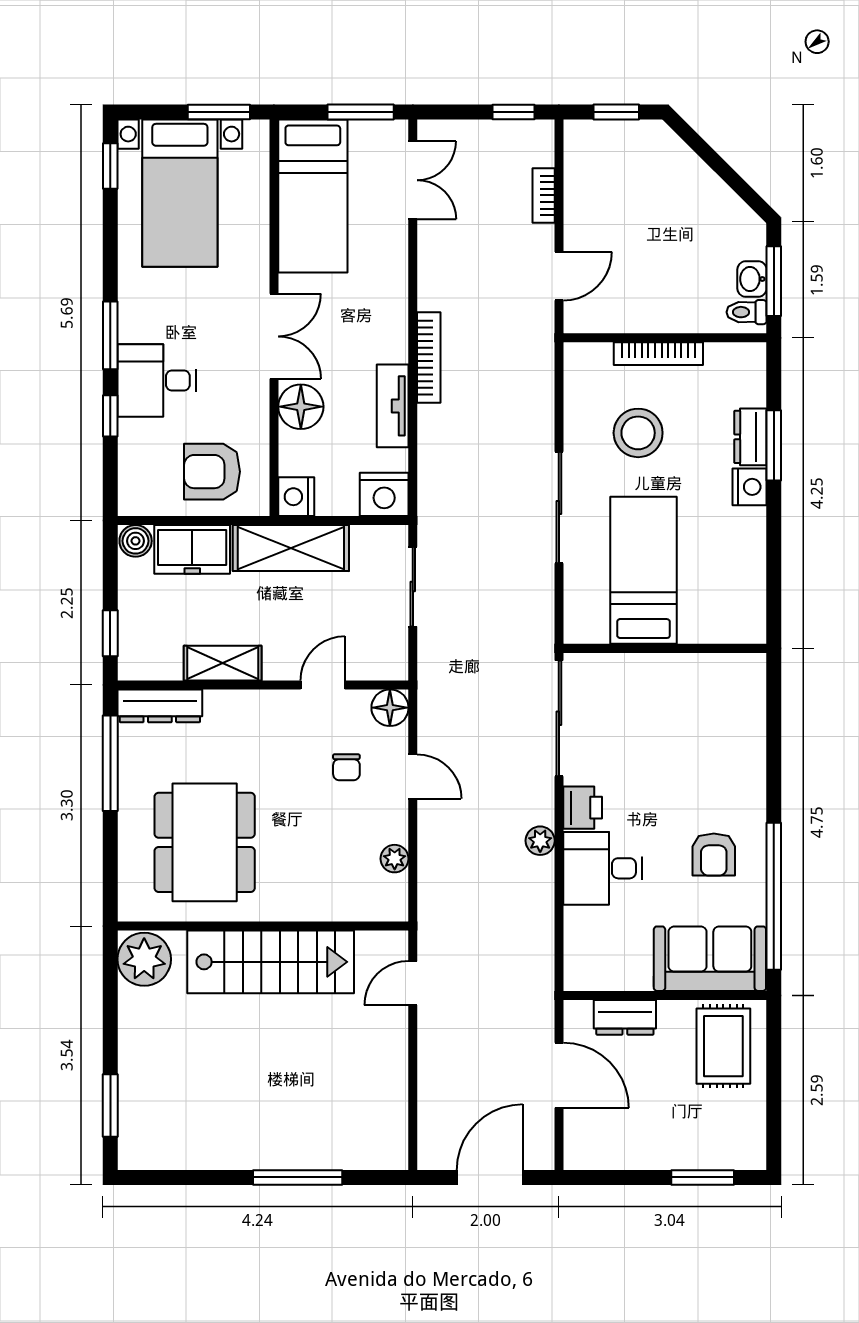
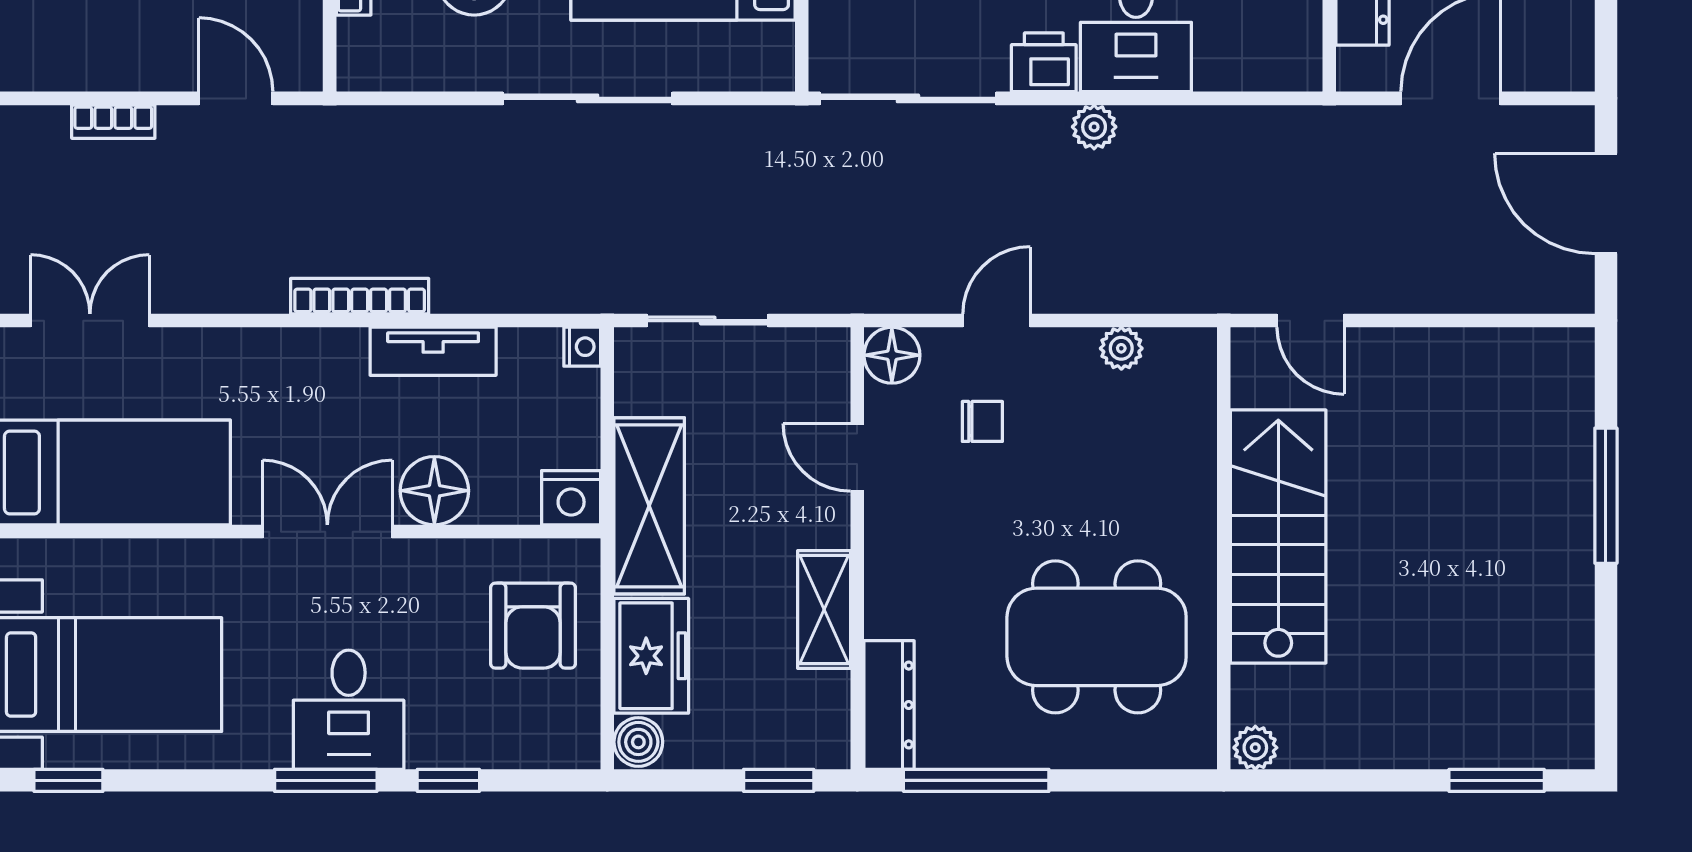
desk: (157, 381) -> (349, 710), moved
nightstand: (384, 494) -> (582, 347), width x0.53, depth x0.56
plant: (144, 959) -> (1255, 748), width x0.53, depth x0.53

